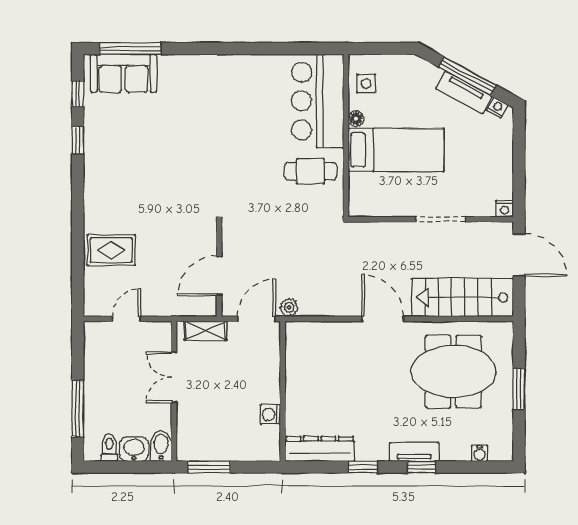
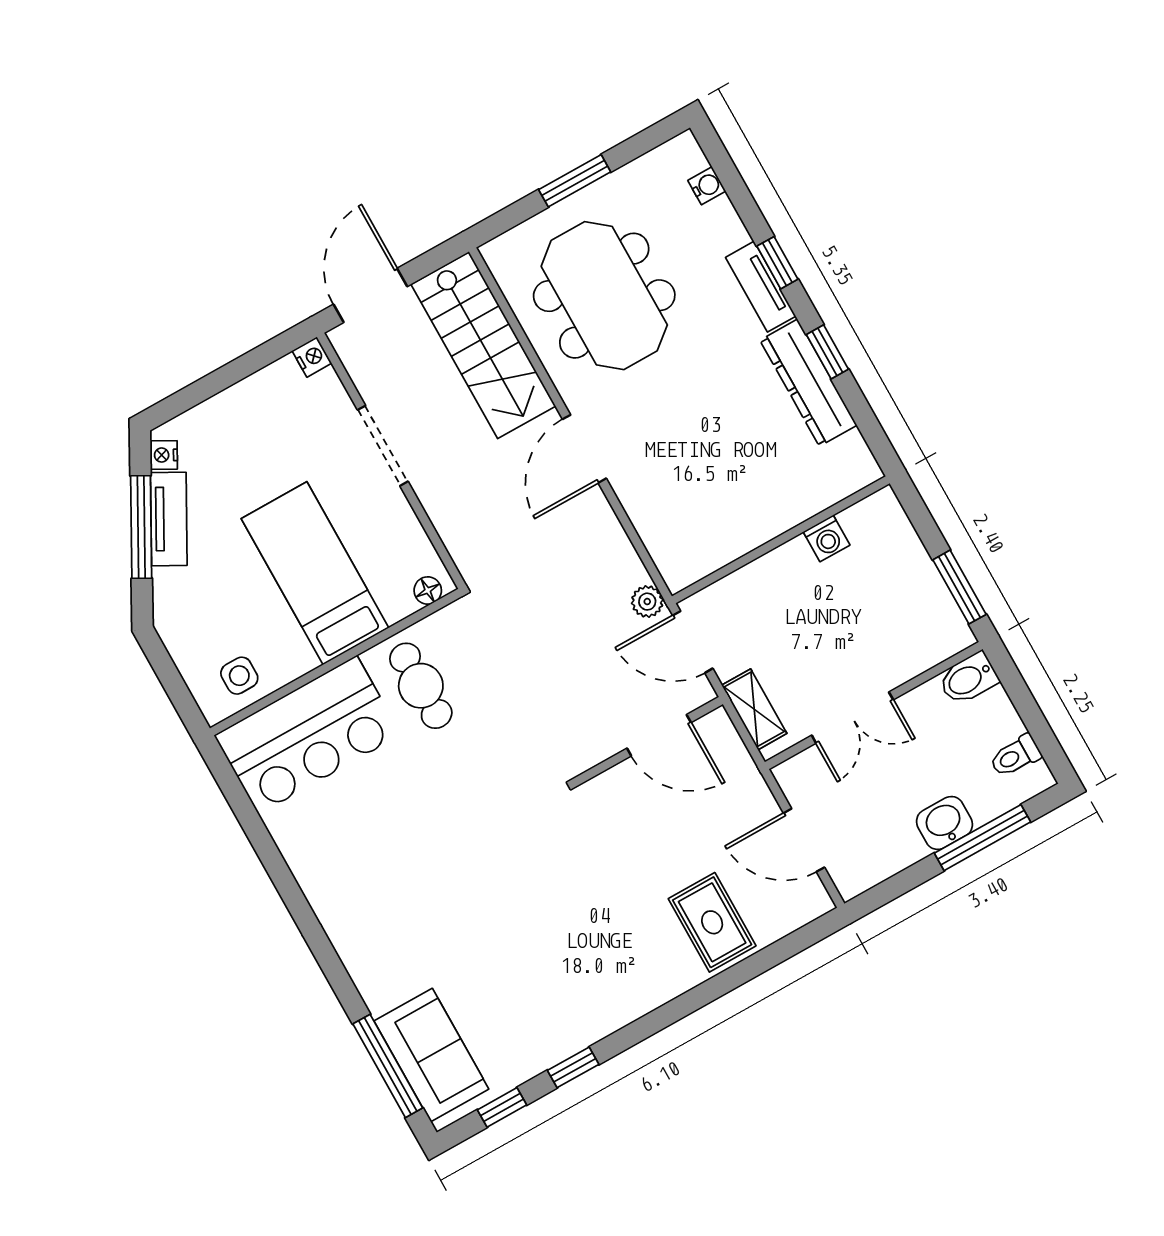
floor lamp: (356, 119) -> (428, 590), moved
door: (126, 319) -> (804, 840), width x1.38
washbasin: (134, 449) -> (944, 823), moved, turned 90
dresser: (320, 449) -> (808, 383), moved

